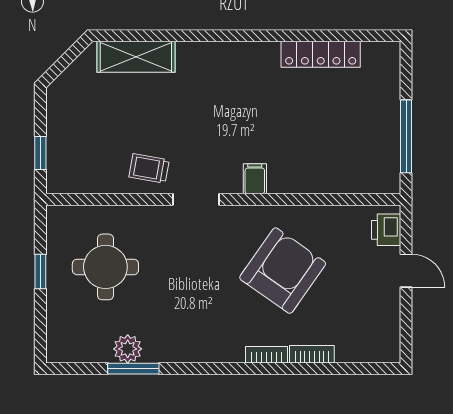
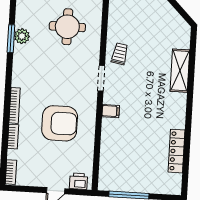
shelving: (136, 57) -> (180, 71), moved
armchair: (283, 271) -> (60, 123), turned -35
bookcase: (377, 354) -> (11, 172), added
bookcase: (267, 355) -> (15, 105), width x1.56

